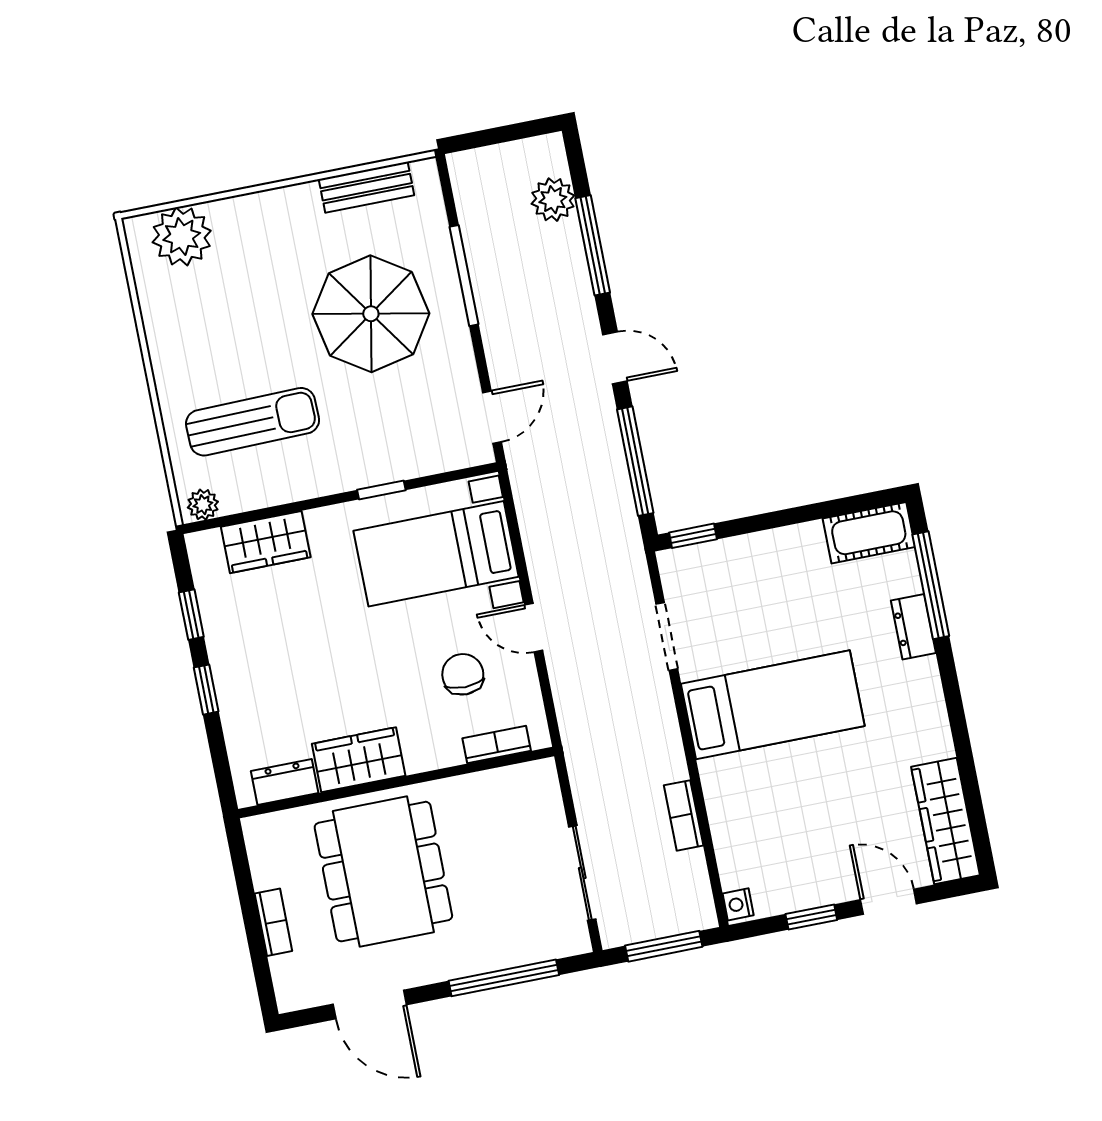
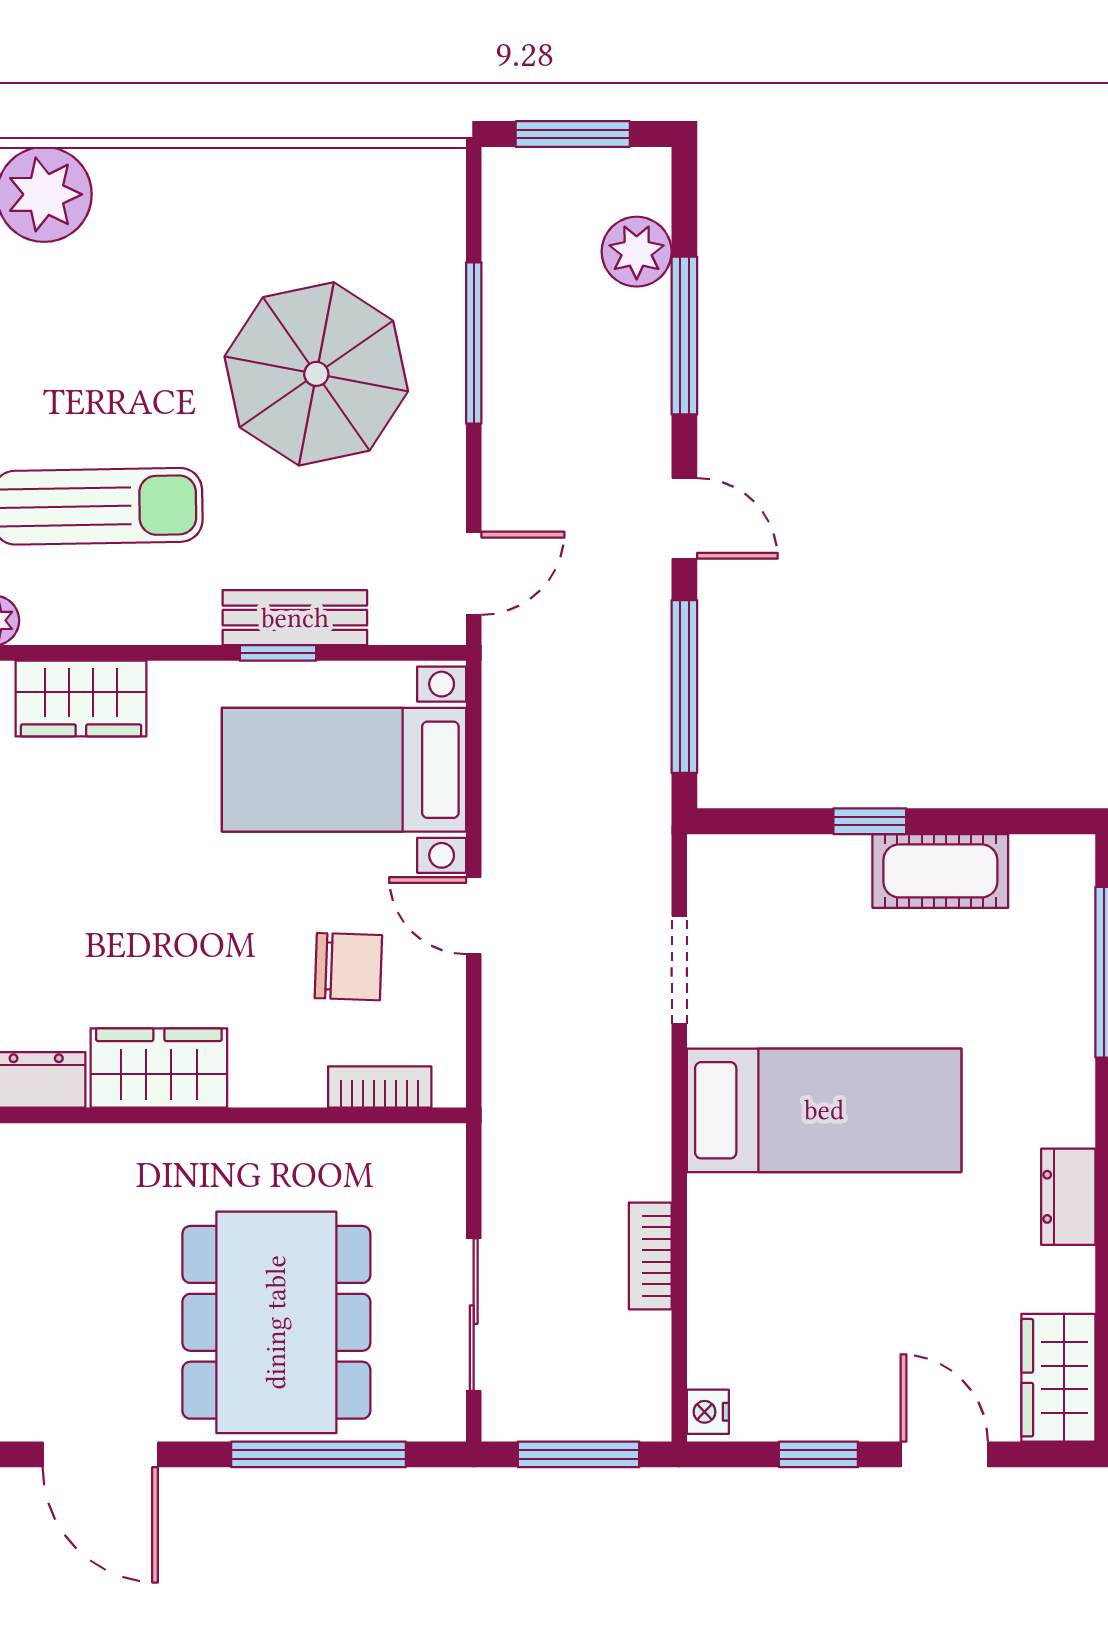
window: (499, 135) -> (573, 134), added
bench: (366, 187) -> (295, 618), moved
cot: (869, 533) -> (940, 871), moved
window: (693, 536) -> (870, 821), moved
dresser: (913, 627) -> (1068, 1197), moved
chair: (463, 674) -> (348, 967), turned 92
wardrobe: (946, 821) -> (1058, 1378), width x0.67
dining table: (383, 872) -> (276, 1322), moved

